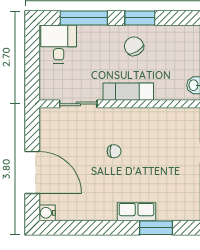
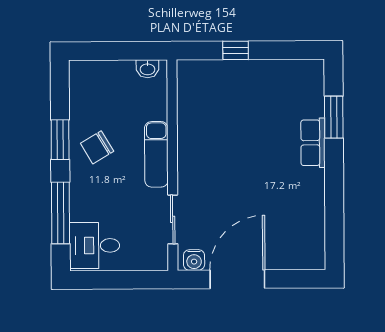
chair: (114, 151) -> (234, 172), removed
door: (32, 172) -> (237, 279), moved
water cooler: (47, 213) -> (194, 260), moved

